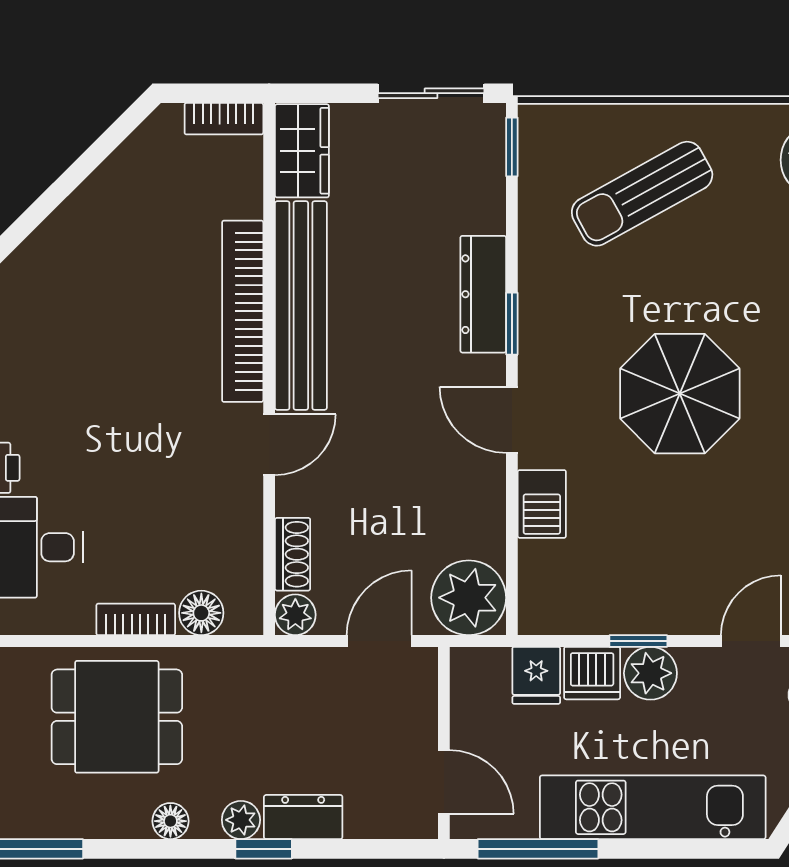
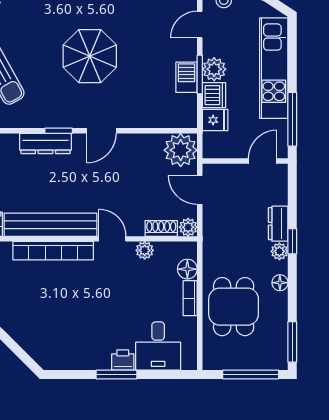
barbecue: (542, 504) -> (186, 77), moved, turned -90
plant: (243, 517) -> (145, 250), added
window: (638, 641) -> (200, 75), width x1.50
door: (751, 641) -> (200, 24), hinge flipped

